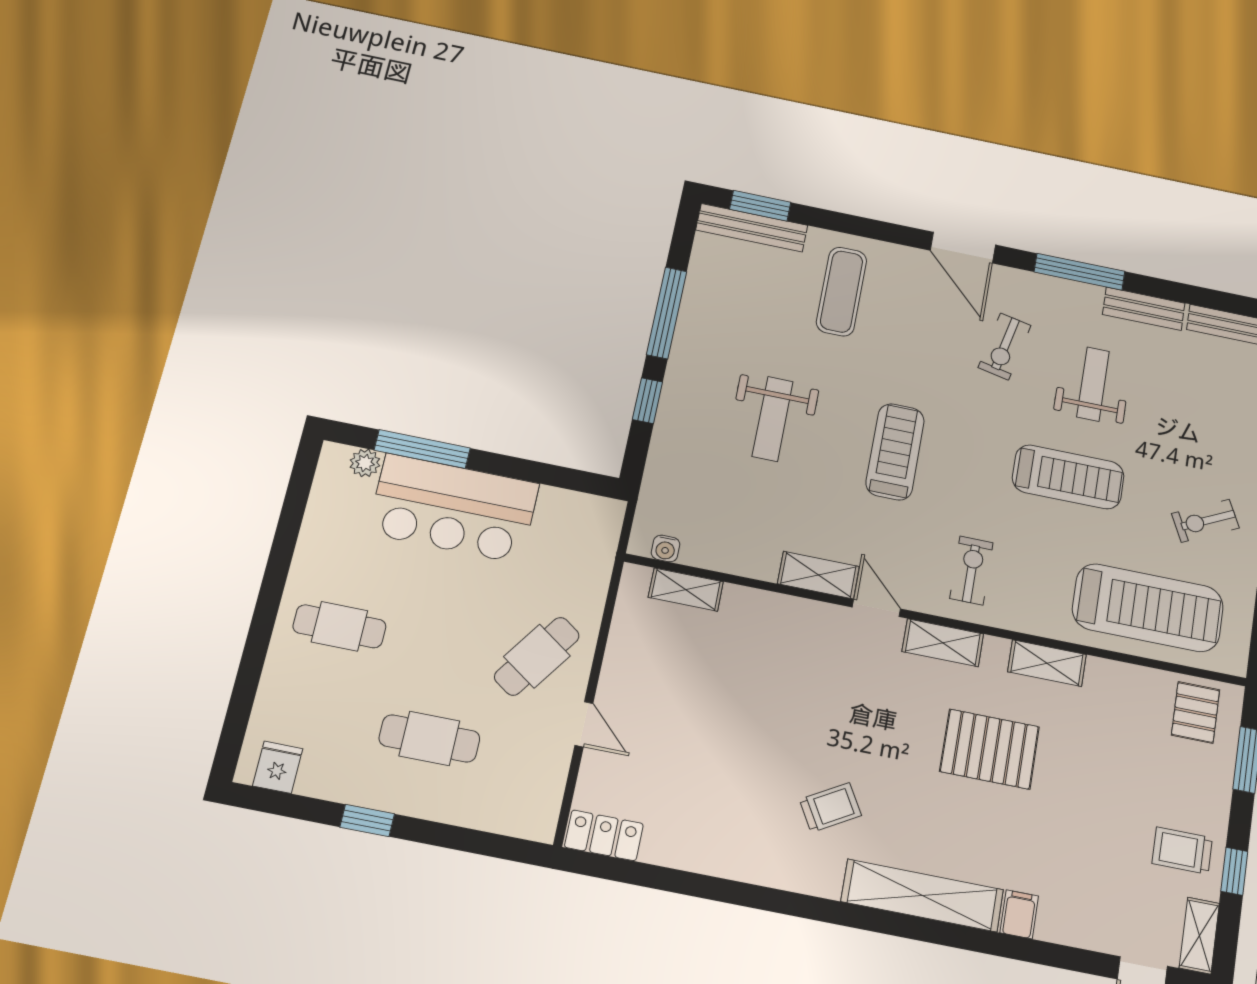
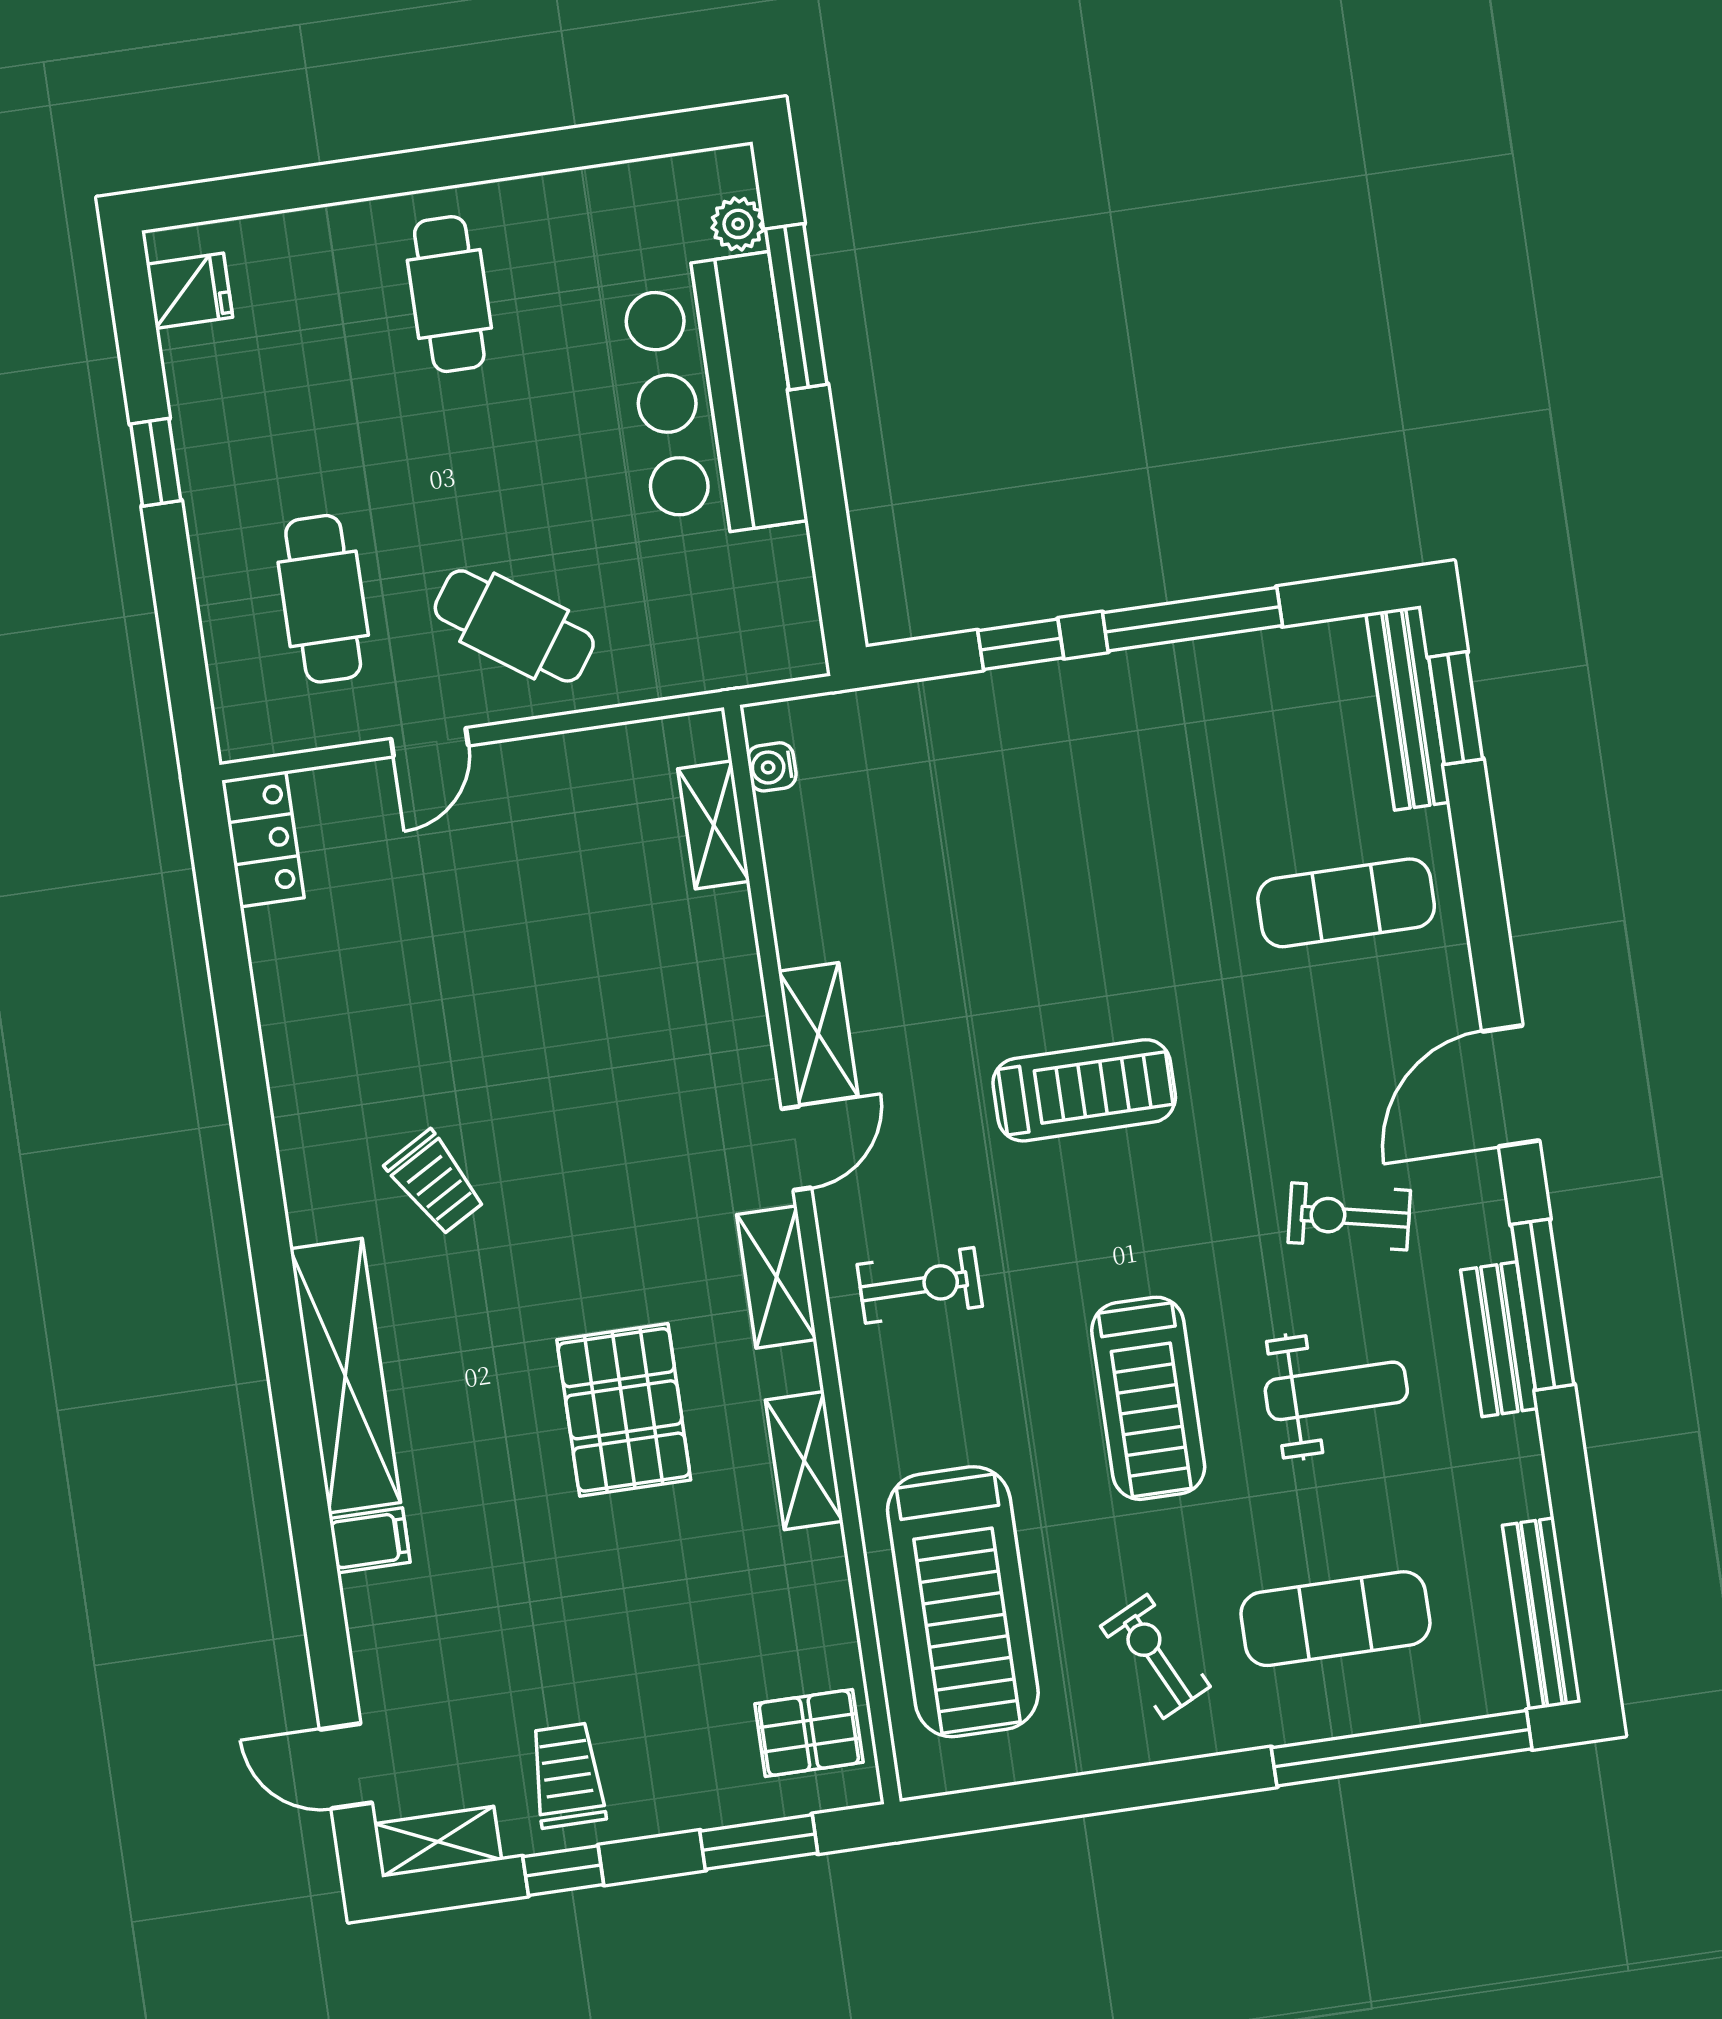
bench: (1144, 309) -> (1499, 1339), moved
weight bench: (773, 419) -> (1066, 865), removed
exercise mat: (1211, 426) -> (1335, 1619), added
cafe table: (429, 738) -> (323, 599), moved

